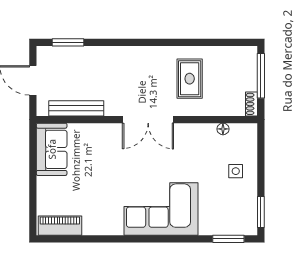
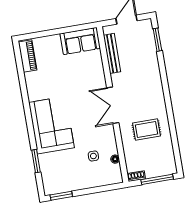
side table: (236, 171) -> (93, 156), moved
window: (228, 239) -> (36, 161), moved

